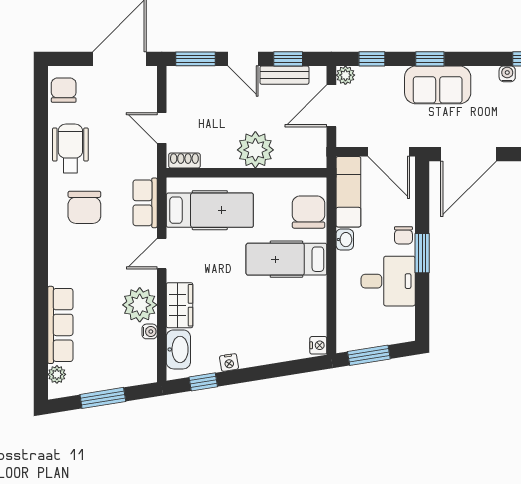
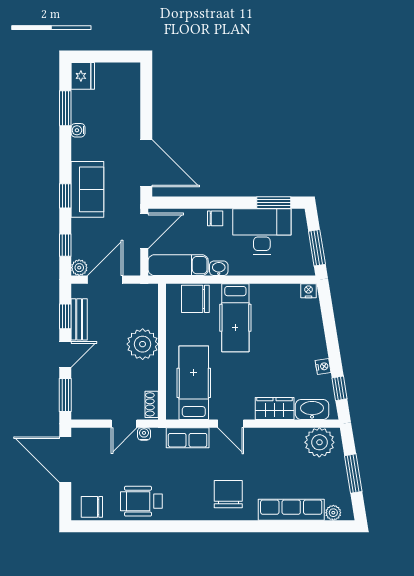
door: (331, 106) -> (105, 280), swing flipped
chair: (84, 207) -> (228, 494), moved, turned -90
window: (422, 253) -> (274, 203), moved
desk: (388, 281) -> (262, 231), width x1.37
plant: (140, 305) -> (319, 442), moved
water cooler: (150, 331) -> (144, 434), moved

